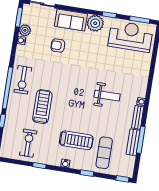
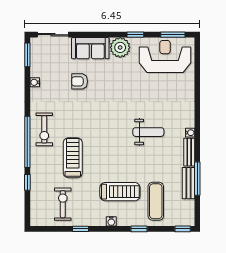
plant: (25, 30) -> (37, 70), removed

